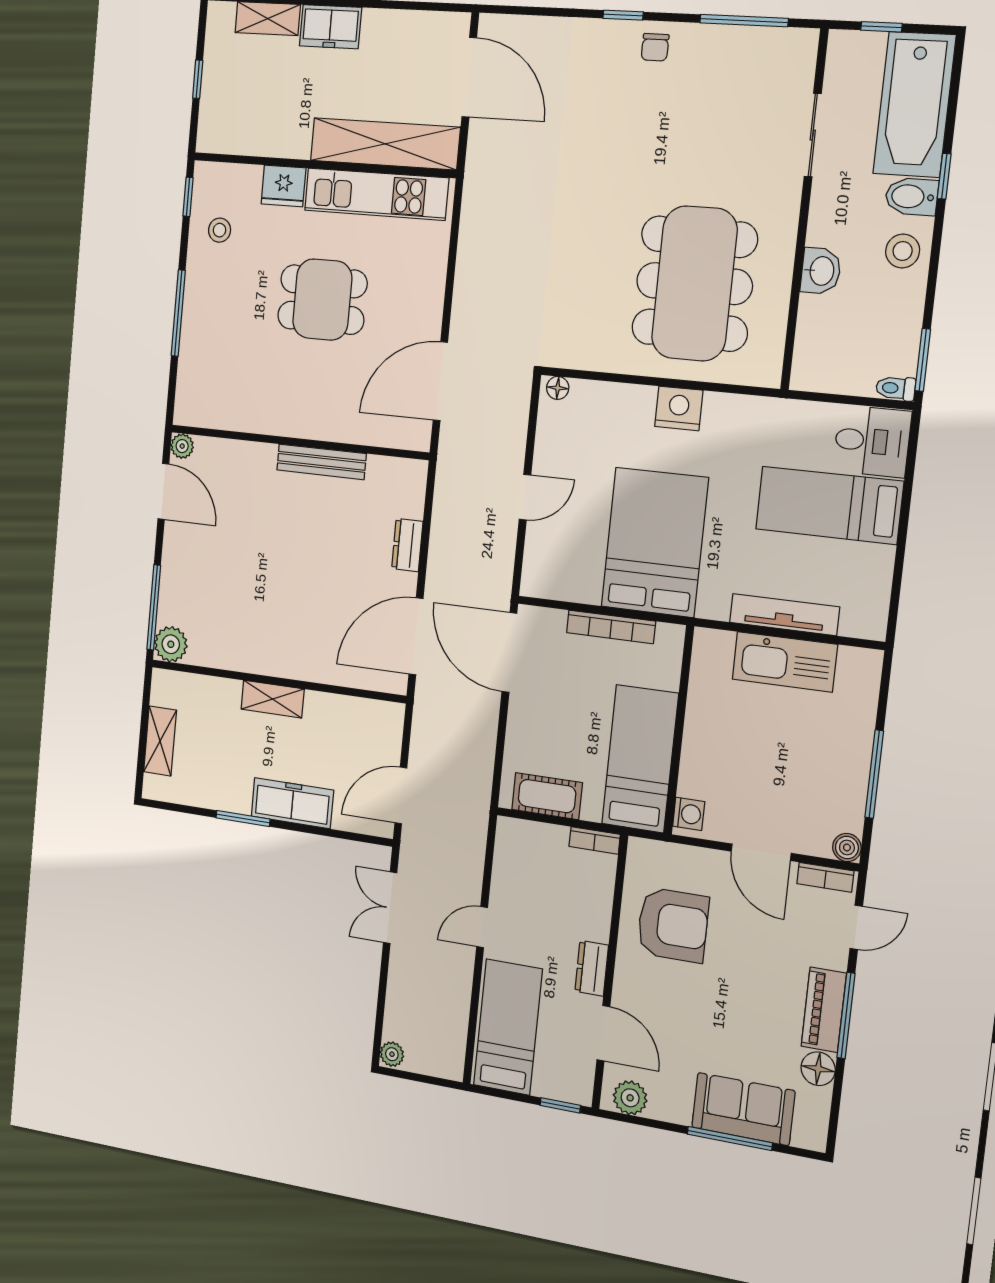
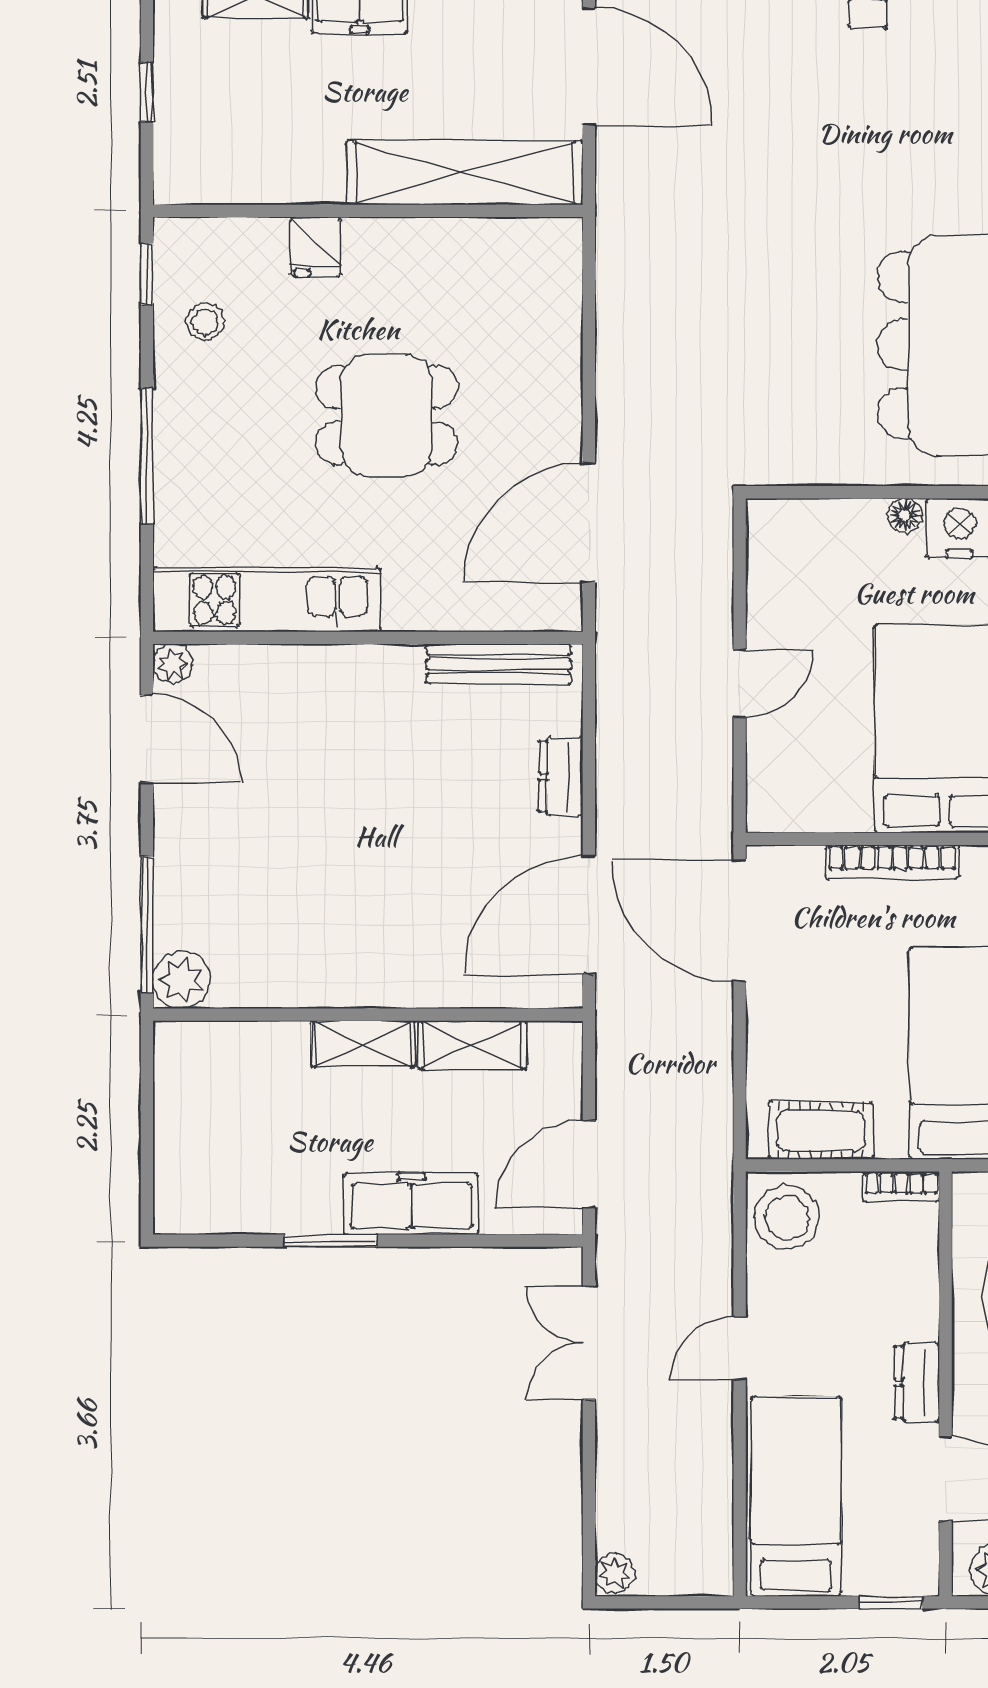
fridge: (284, 186) -> (315, 247), width x0.72
kitchen unit: (376, 194) -> (267, 600), moved, turned 180
floor lamp: (558, 388) -> (905, 515), moved
bench: (321, 462) -> (499, 664), moved
shelving: (160, 741) -> (472, 1045), moved, turned 90
stool: (520, 849) -> (787, 1218), added

